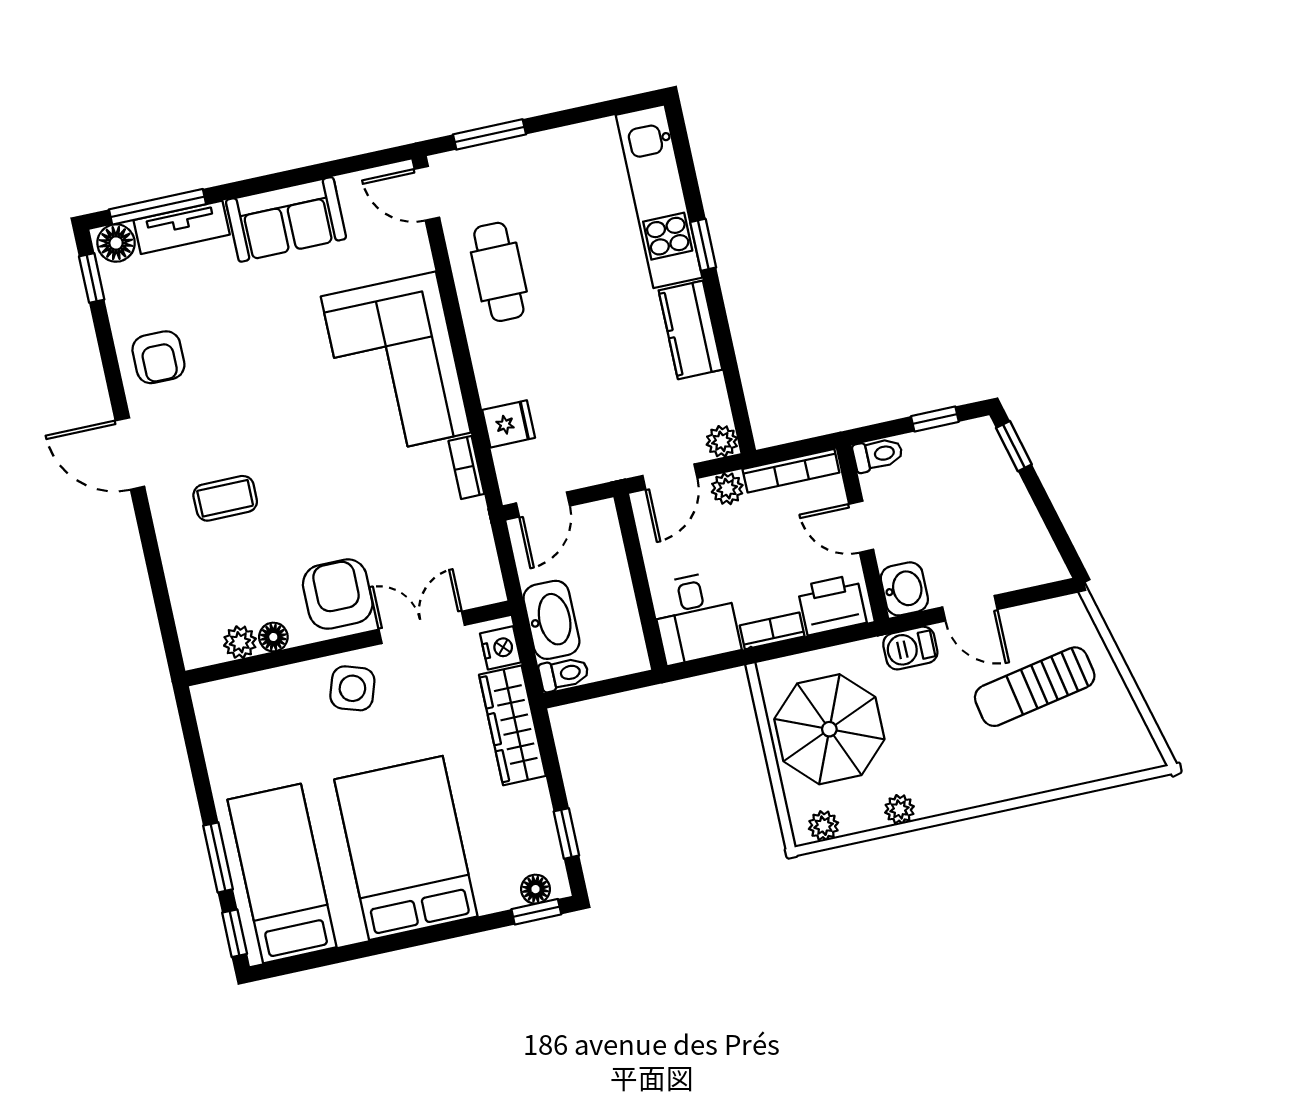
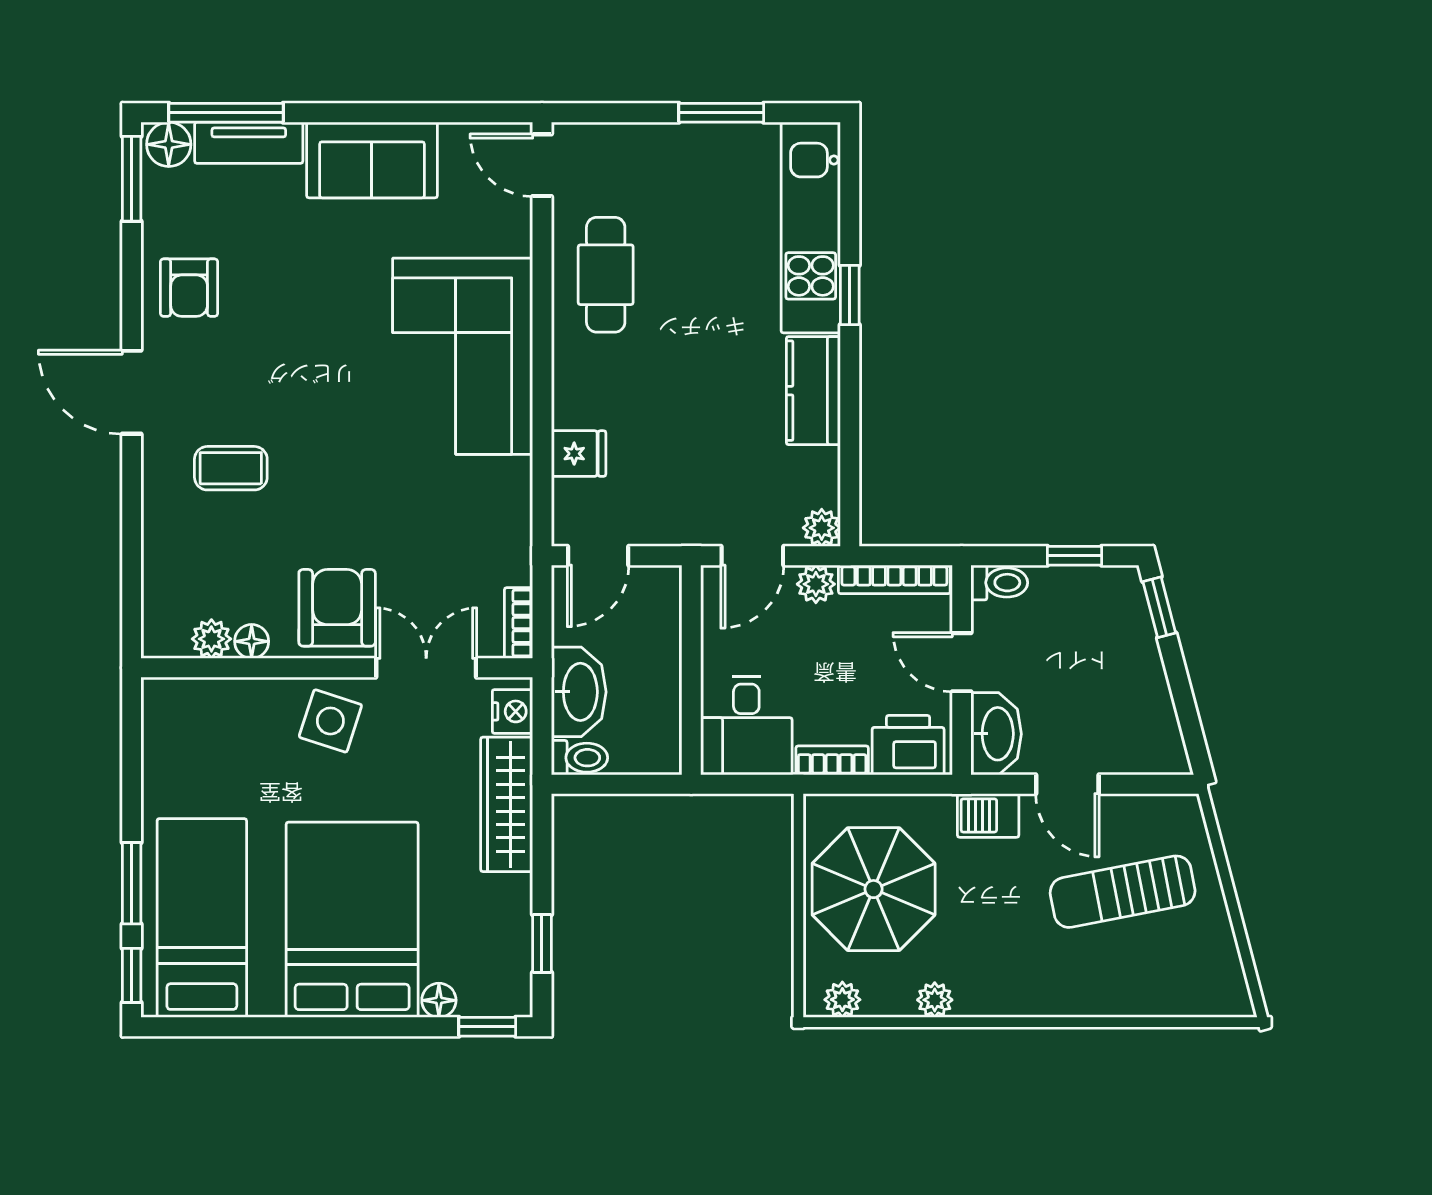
window: (489, 134) -> (721, 113), moved
window: (92, 278) -> (132, 179), width x1.50
bookcase: (466, 467) -> (519, 623), moved
washbasin: (904, 589) -> (996, 734), width x1.38
floor lamp: (536, 889) -> (439, 1000), moved

